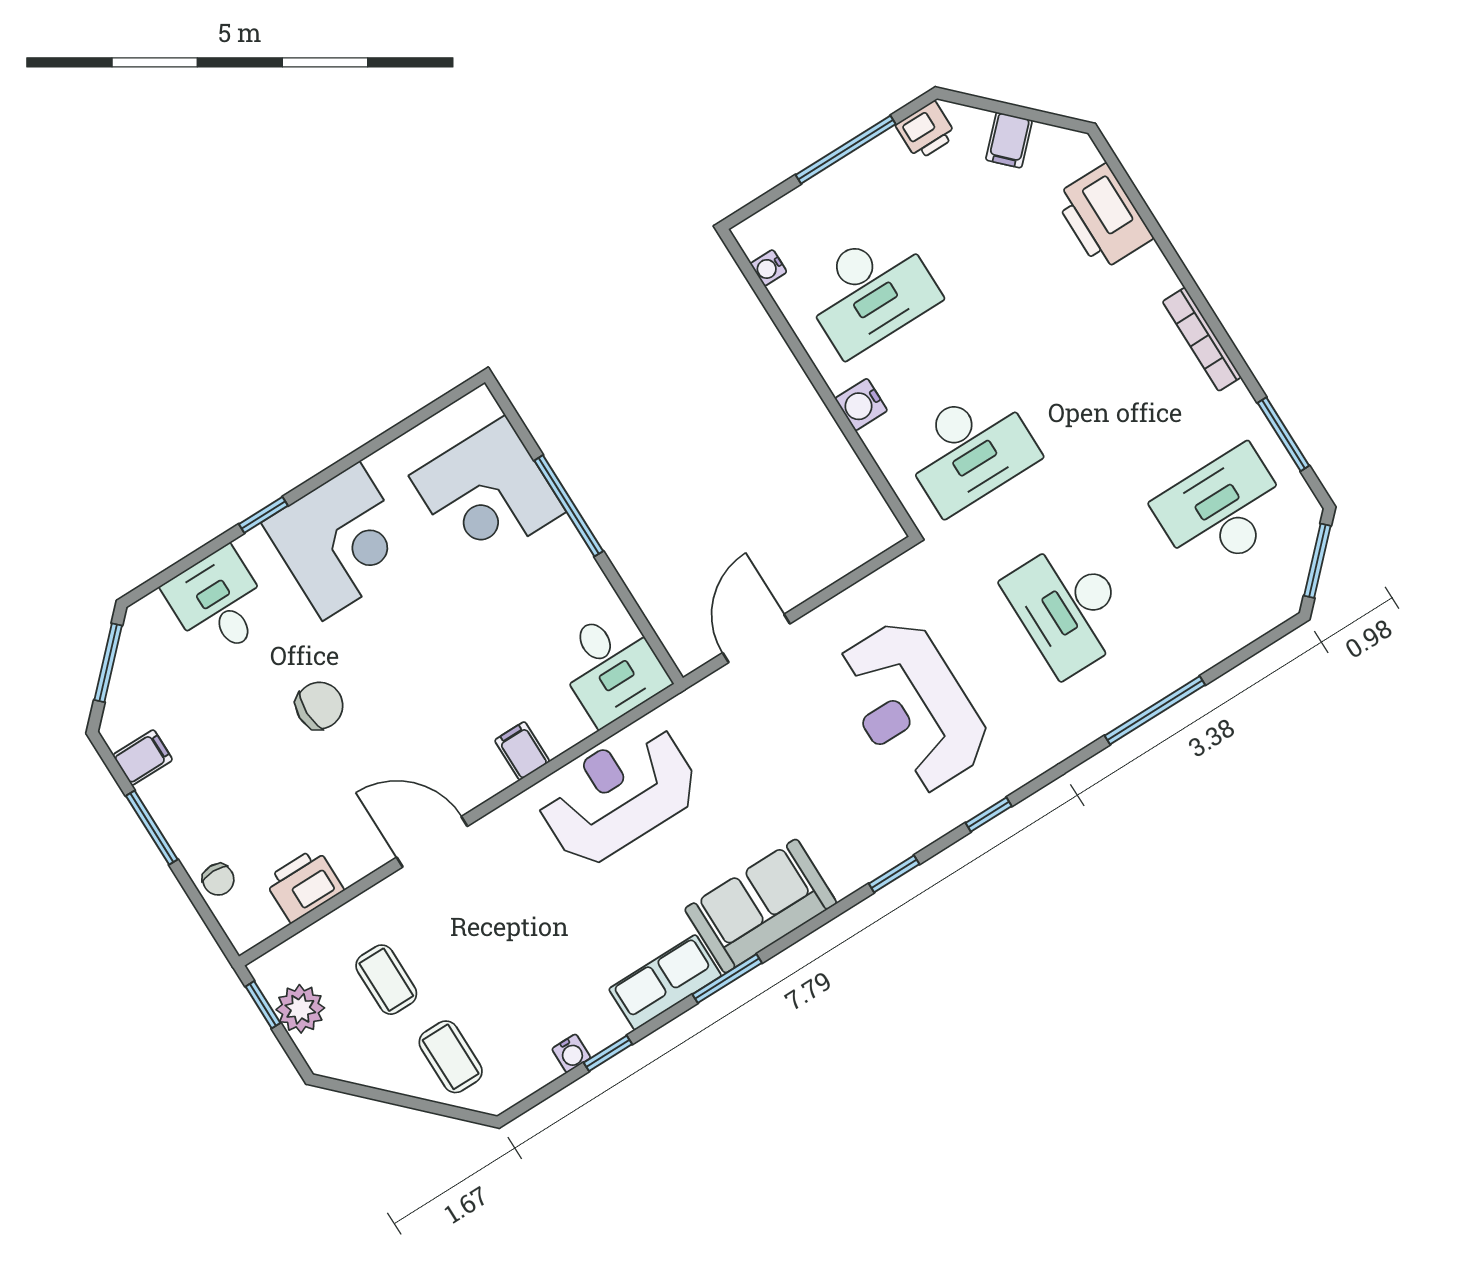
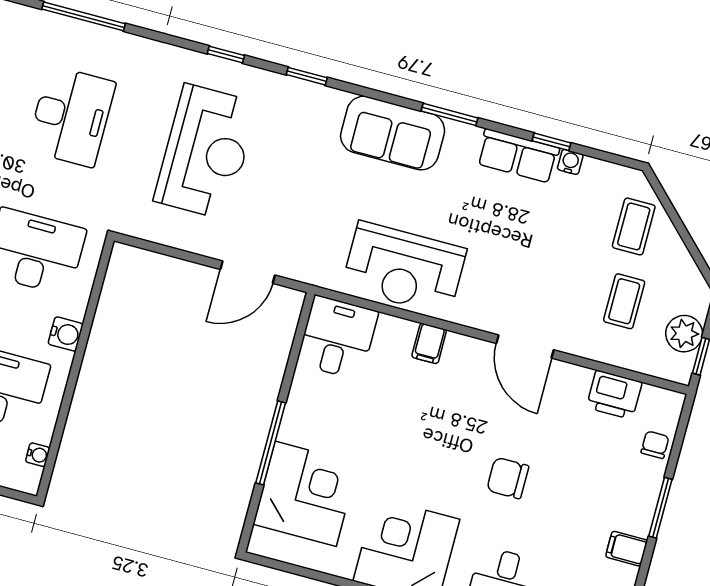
row of seats: (665, 982) -> (518, 156), moved

